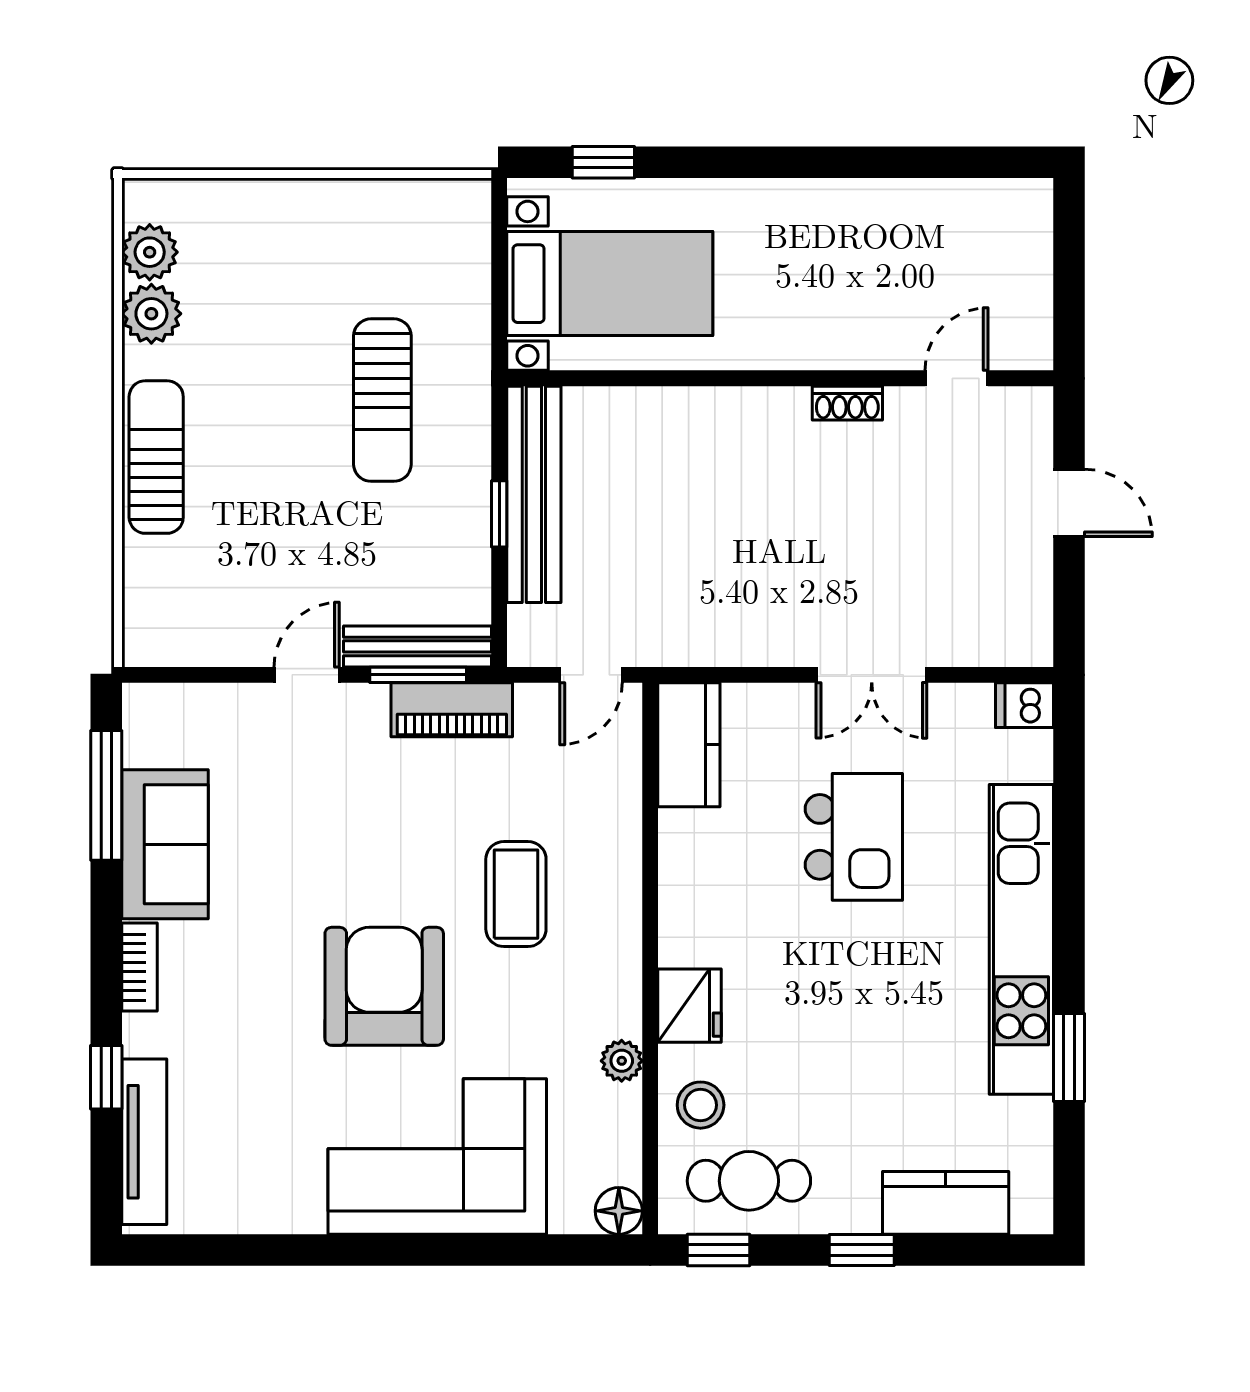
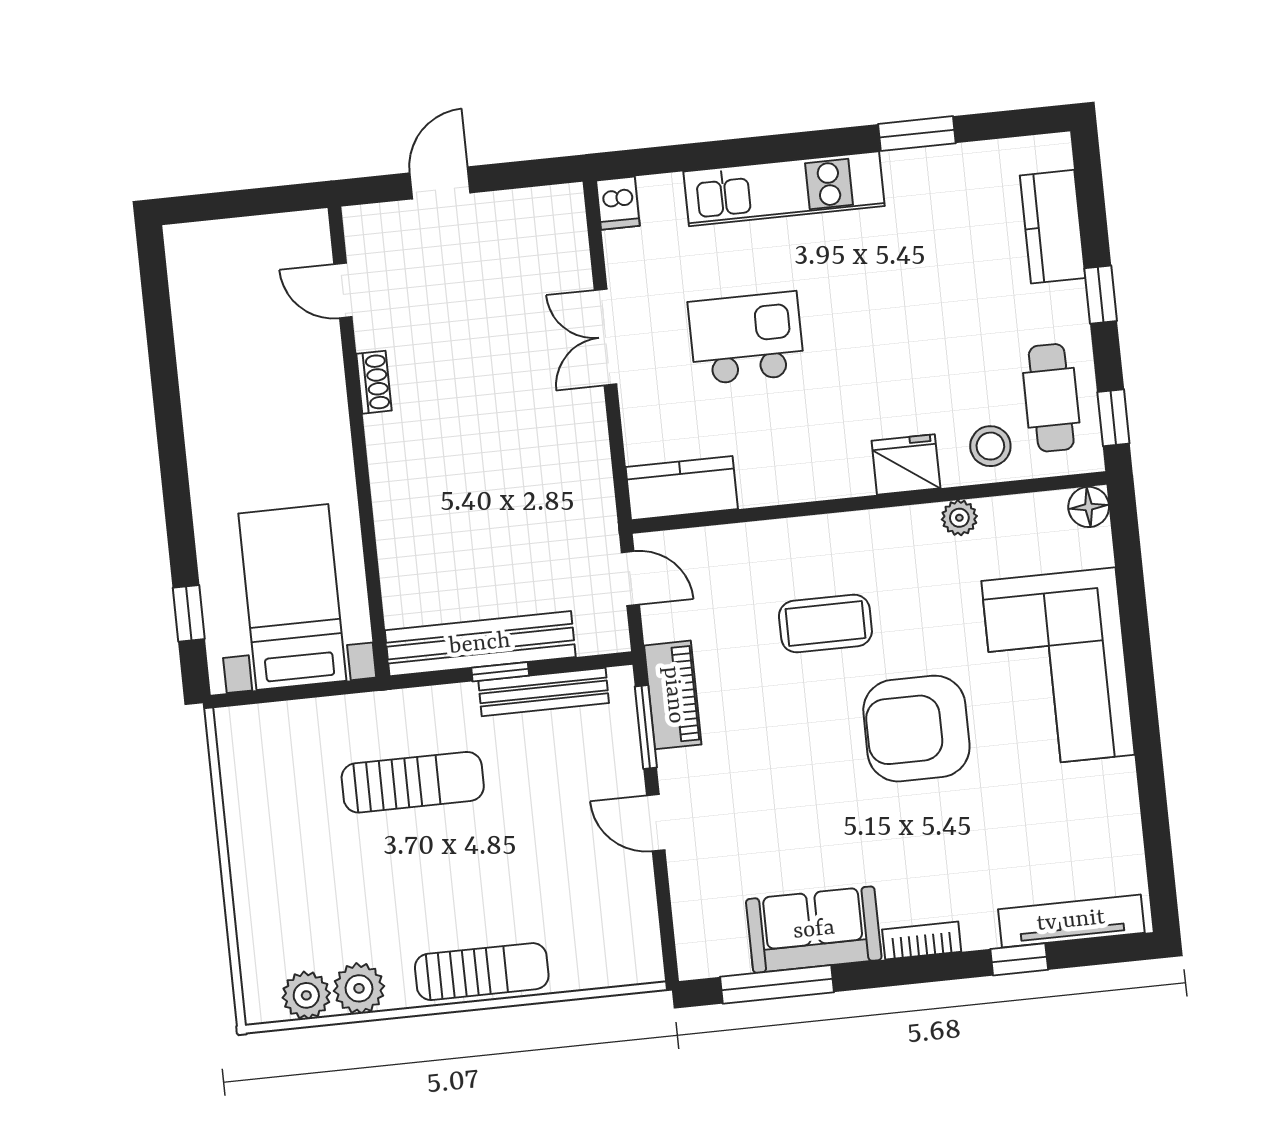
sun lounger: (156, 457) -> (482, 972), turned 180
bench: (418, 646) -> (544, 692), moved, turned 90
double door: (872, 675) -> (606, 337), swing flipped
kitchen unit: (1021, 939) -> (784, 189), width x0.73

